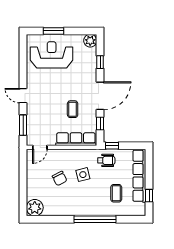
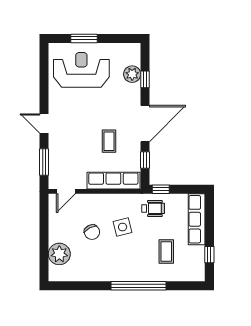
plant: (90, 41) -> (132, 74), moved
row of seats: (139, 176) -> (197, 219), width x0.73
plant: (35, 208) -> (59, 254), moved

